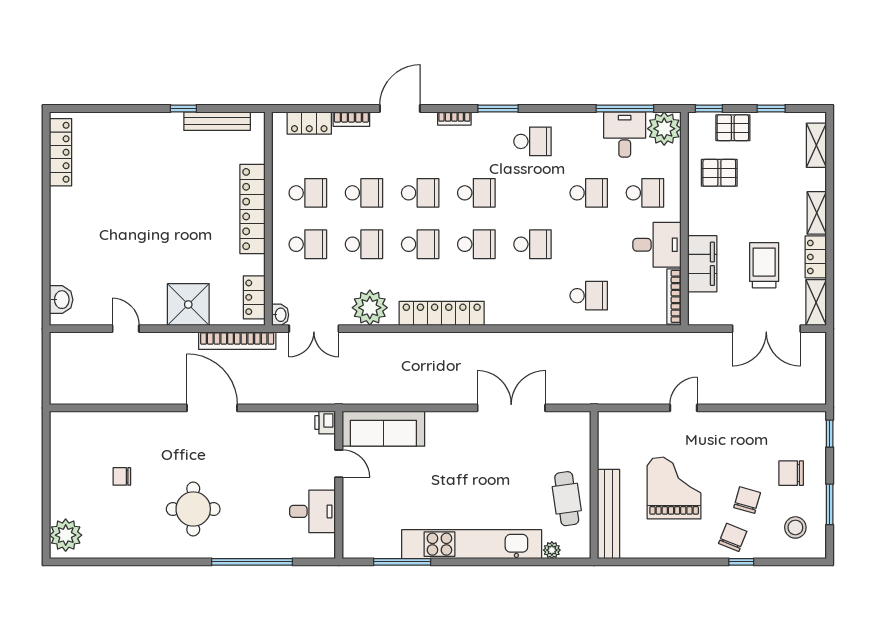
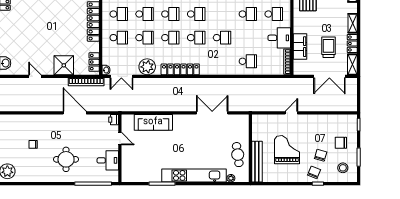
printer: (325, 423) -> (114, 120), moved
door: (339, 464) -> (120, 138), moved
wall: (339, 485) -> (120, 148), moved
desk: (313, 511) -> (108, 160), moved

